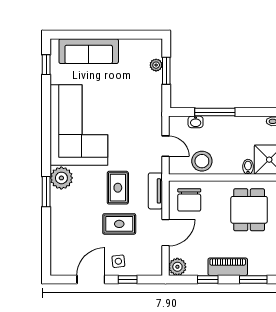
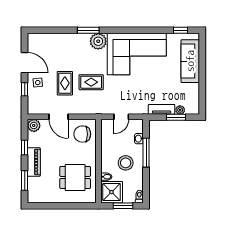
stool: (202, 161) -> (126, 163), moved
tv unit: (155, 191) -> (162, 109), moved

